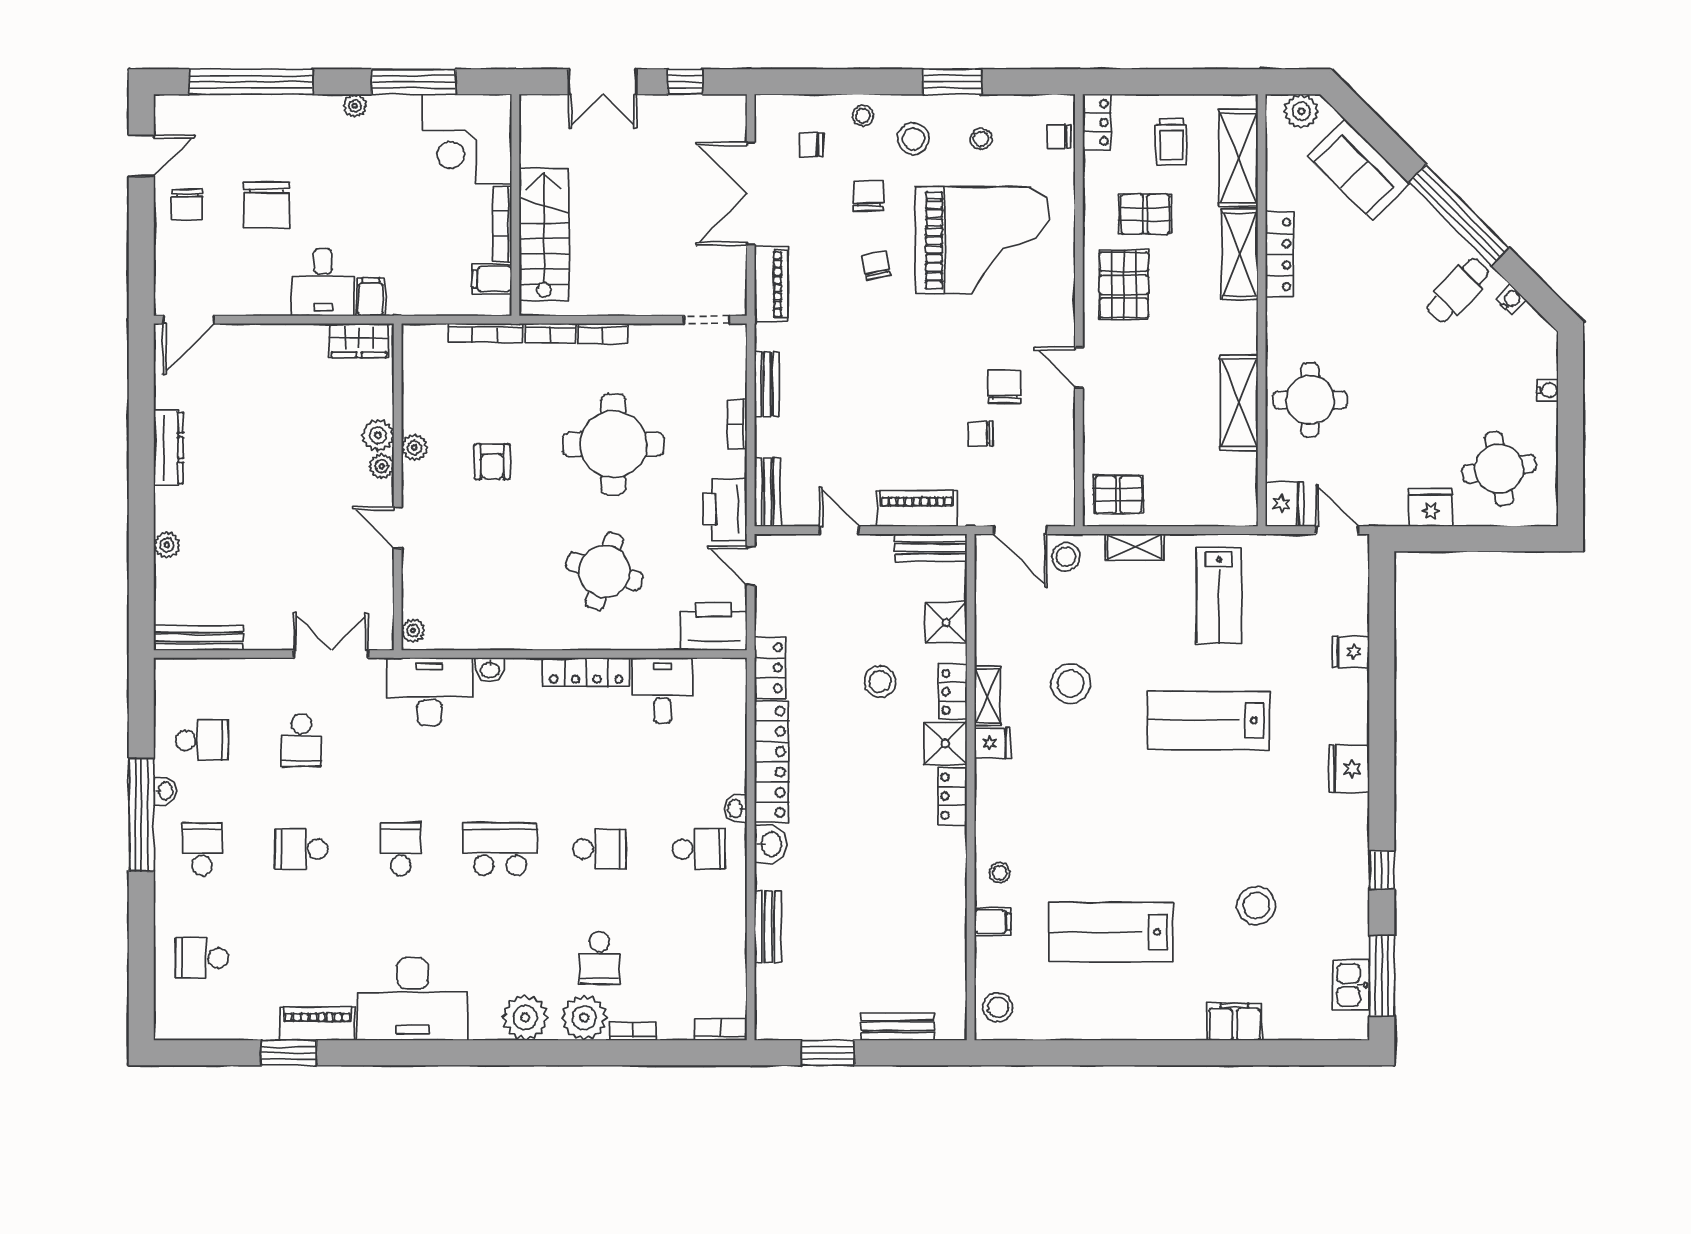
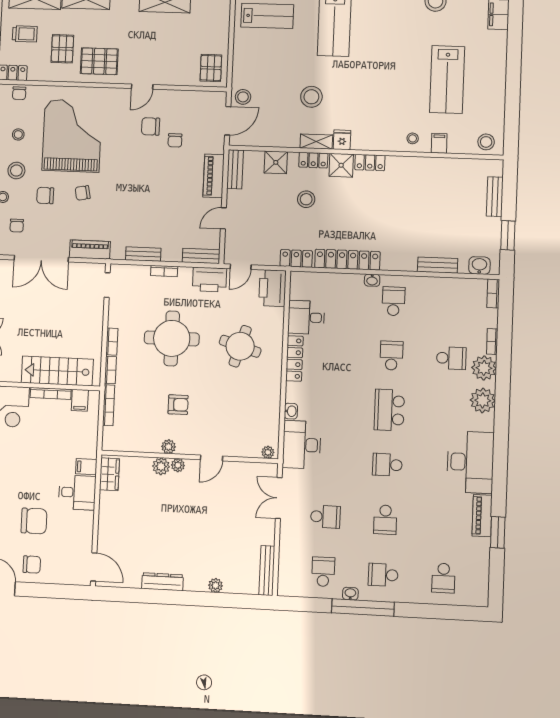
shelving: (1135, 547) -> (239, 60), removed
washbasin: (771, 844) -> (479, 266), moved

